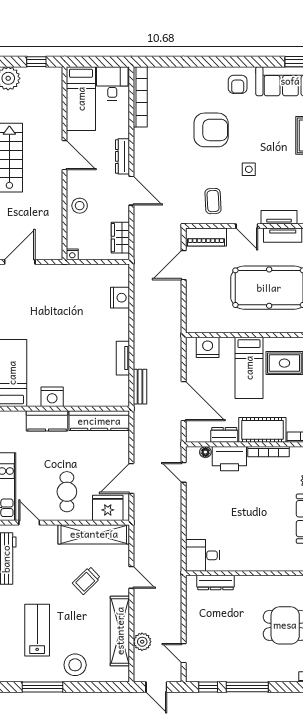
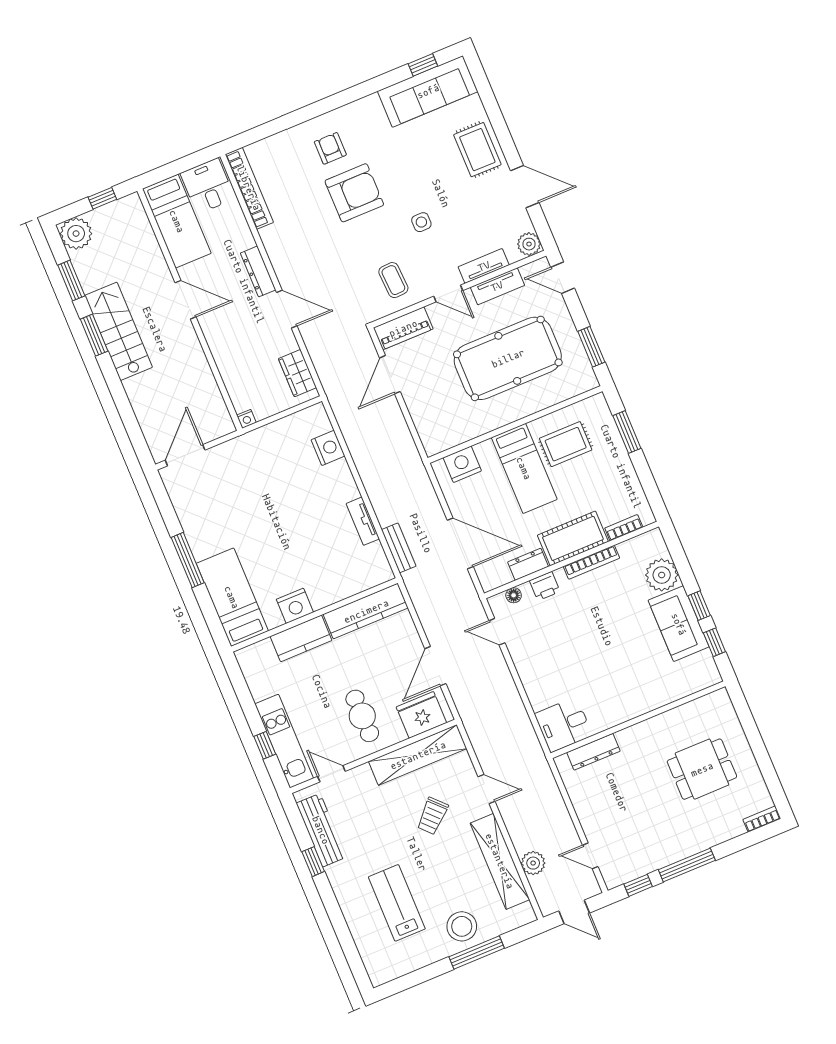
armchair: (238, 84) -> (330, 148), moved, turned 180
stool: (80, 206) -> (230, 355), removed
printer: (229, 459) -> (545, 586), width x0.53, depth x0.68
window: (43, 687) -> (477, 953), moved

